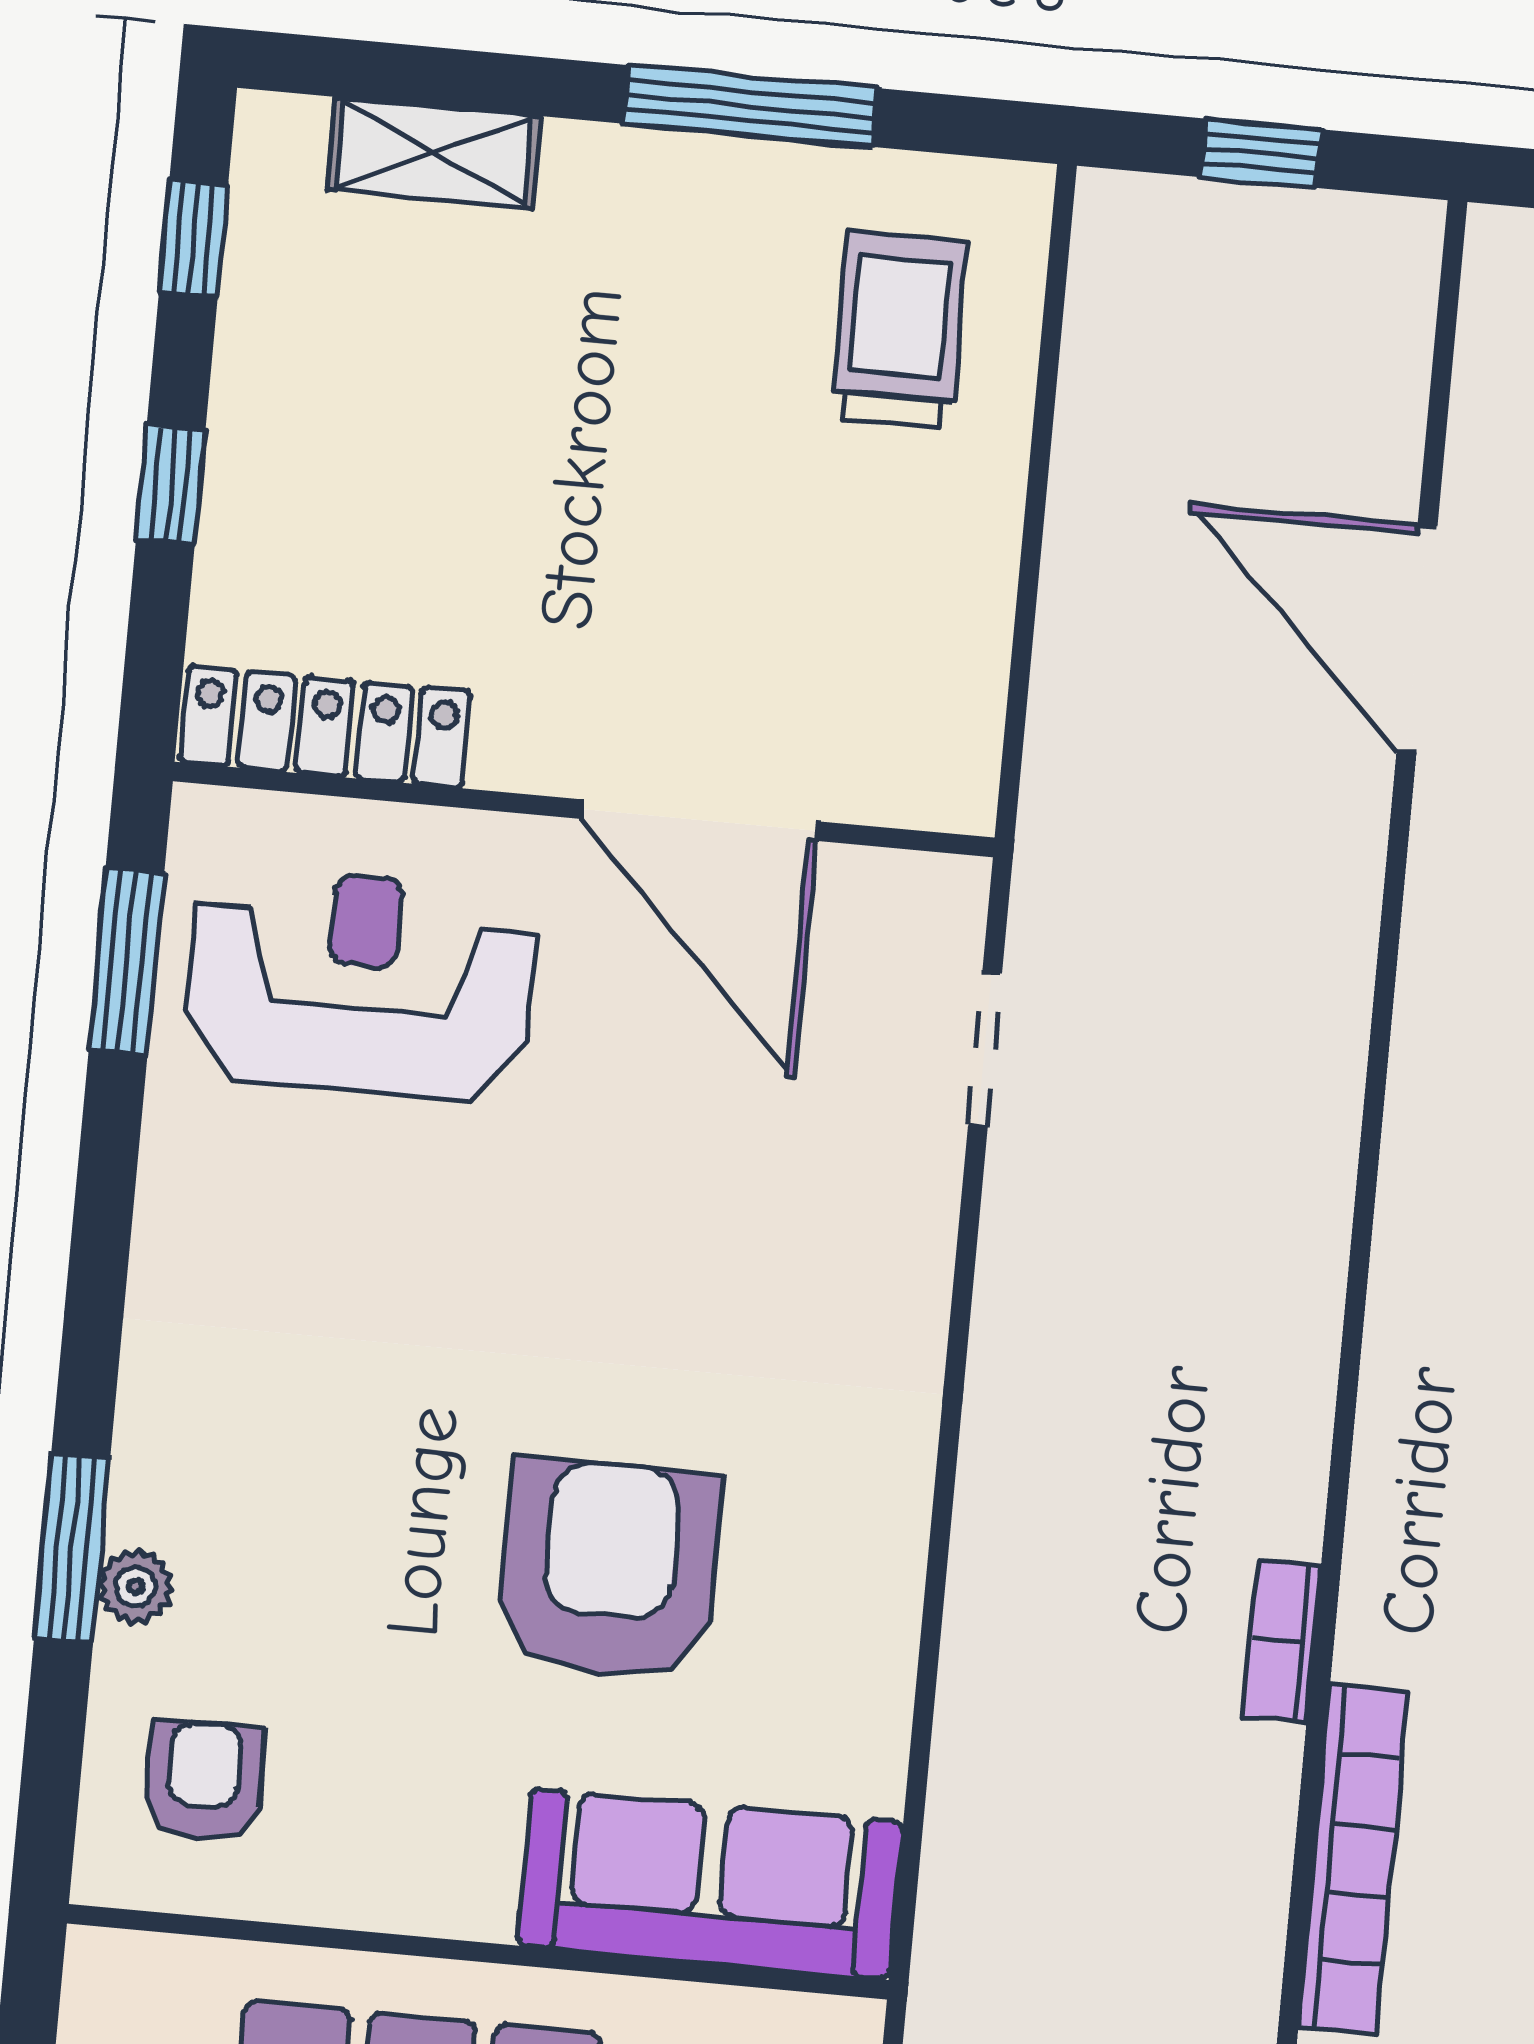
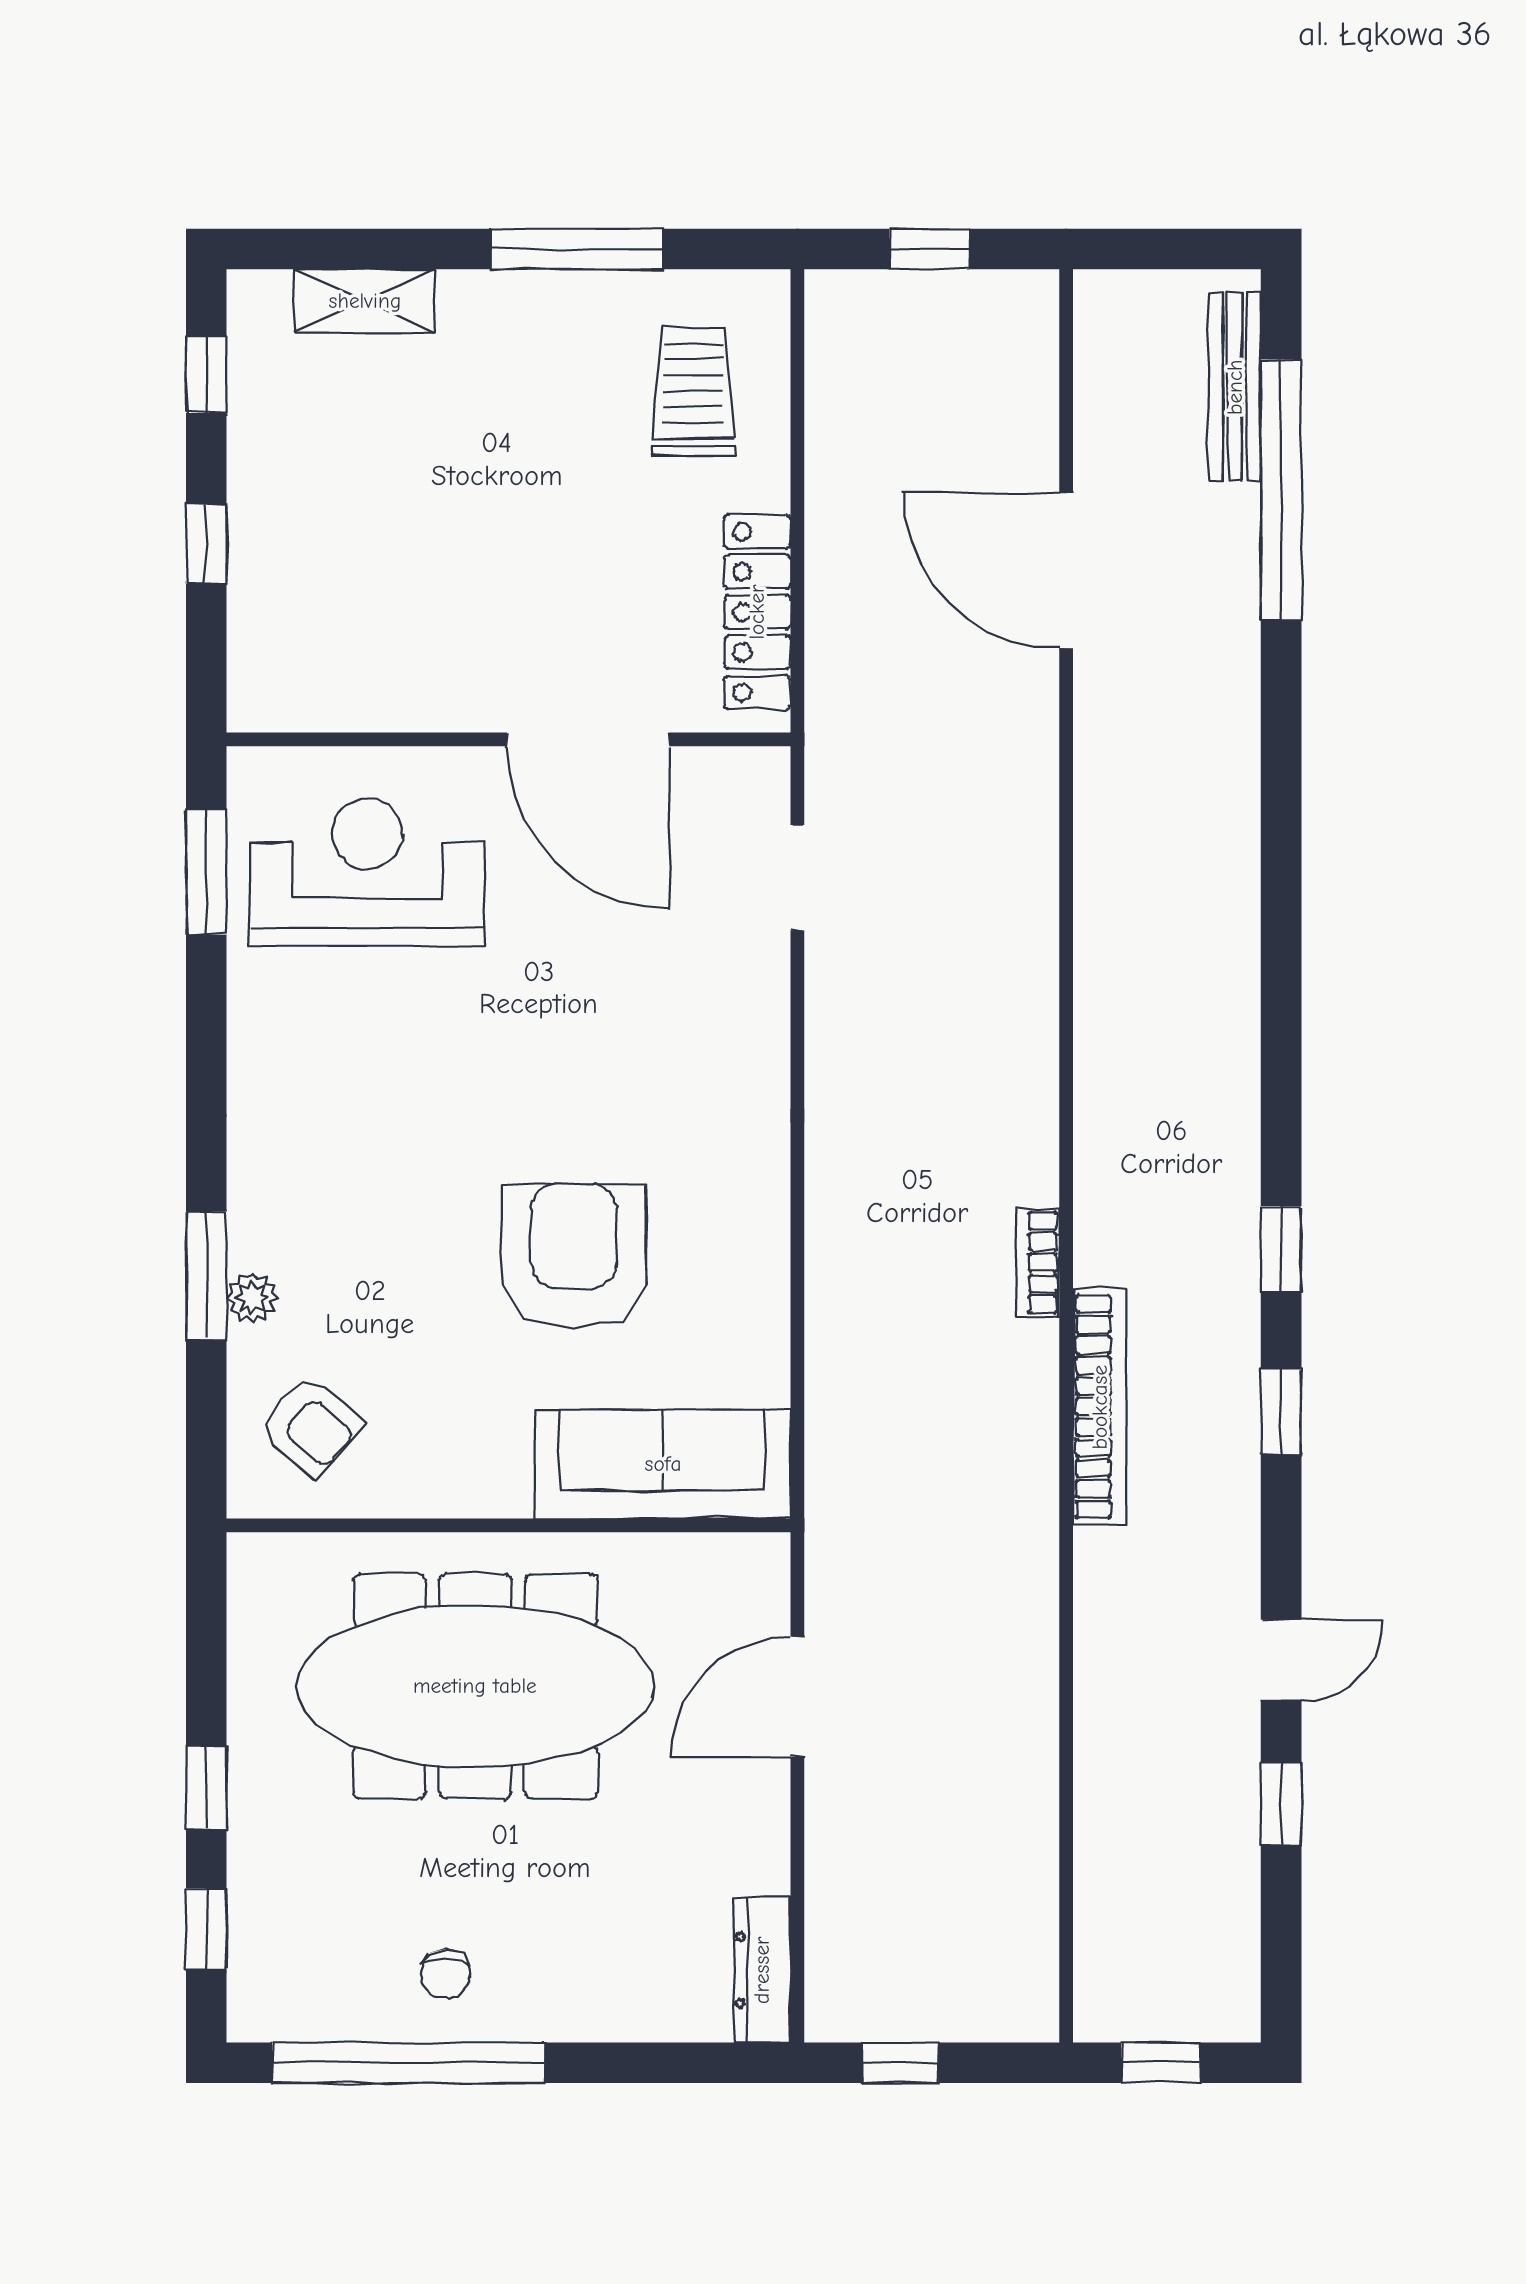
locker: (325, 727) -> (757, 612), moved, turned -90
armchair: (204, 1781) -> (311, 1426), turned 131

